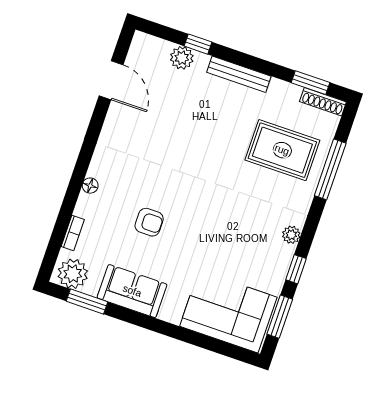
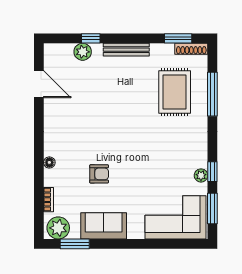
rug: (282, 150) -> (175, 92), turned 90
plant: (291, 235) -> (201, 175), moved

